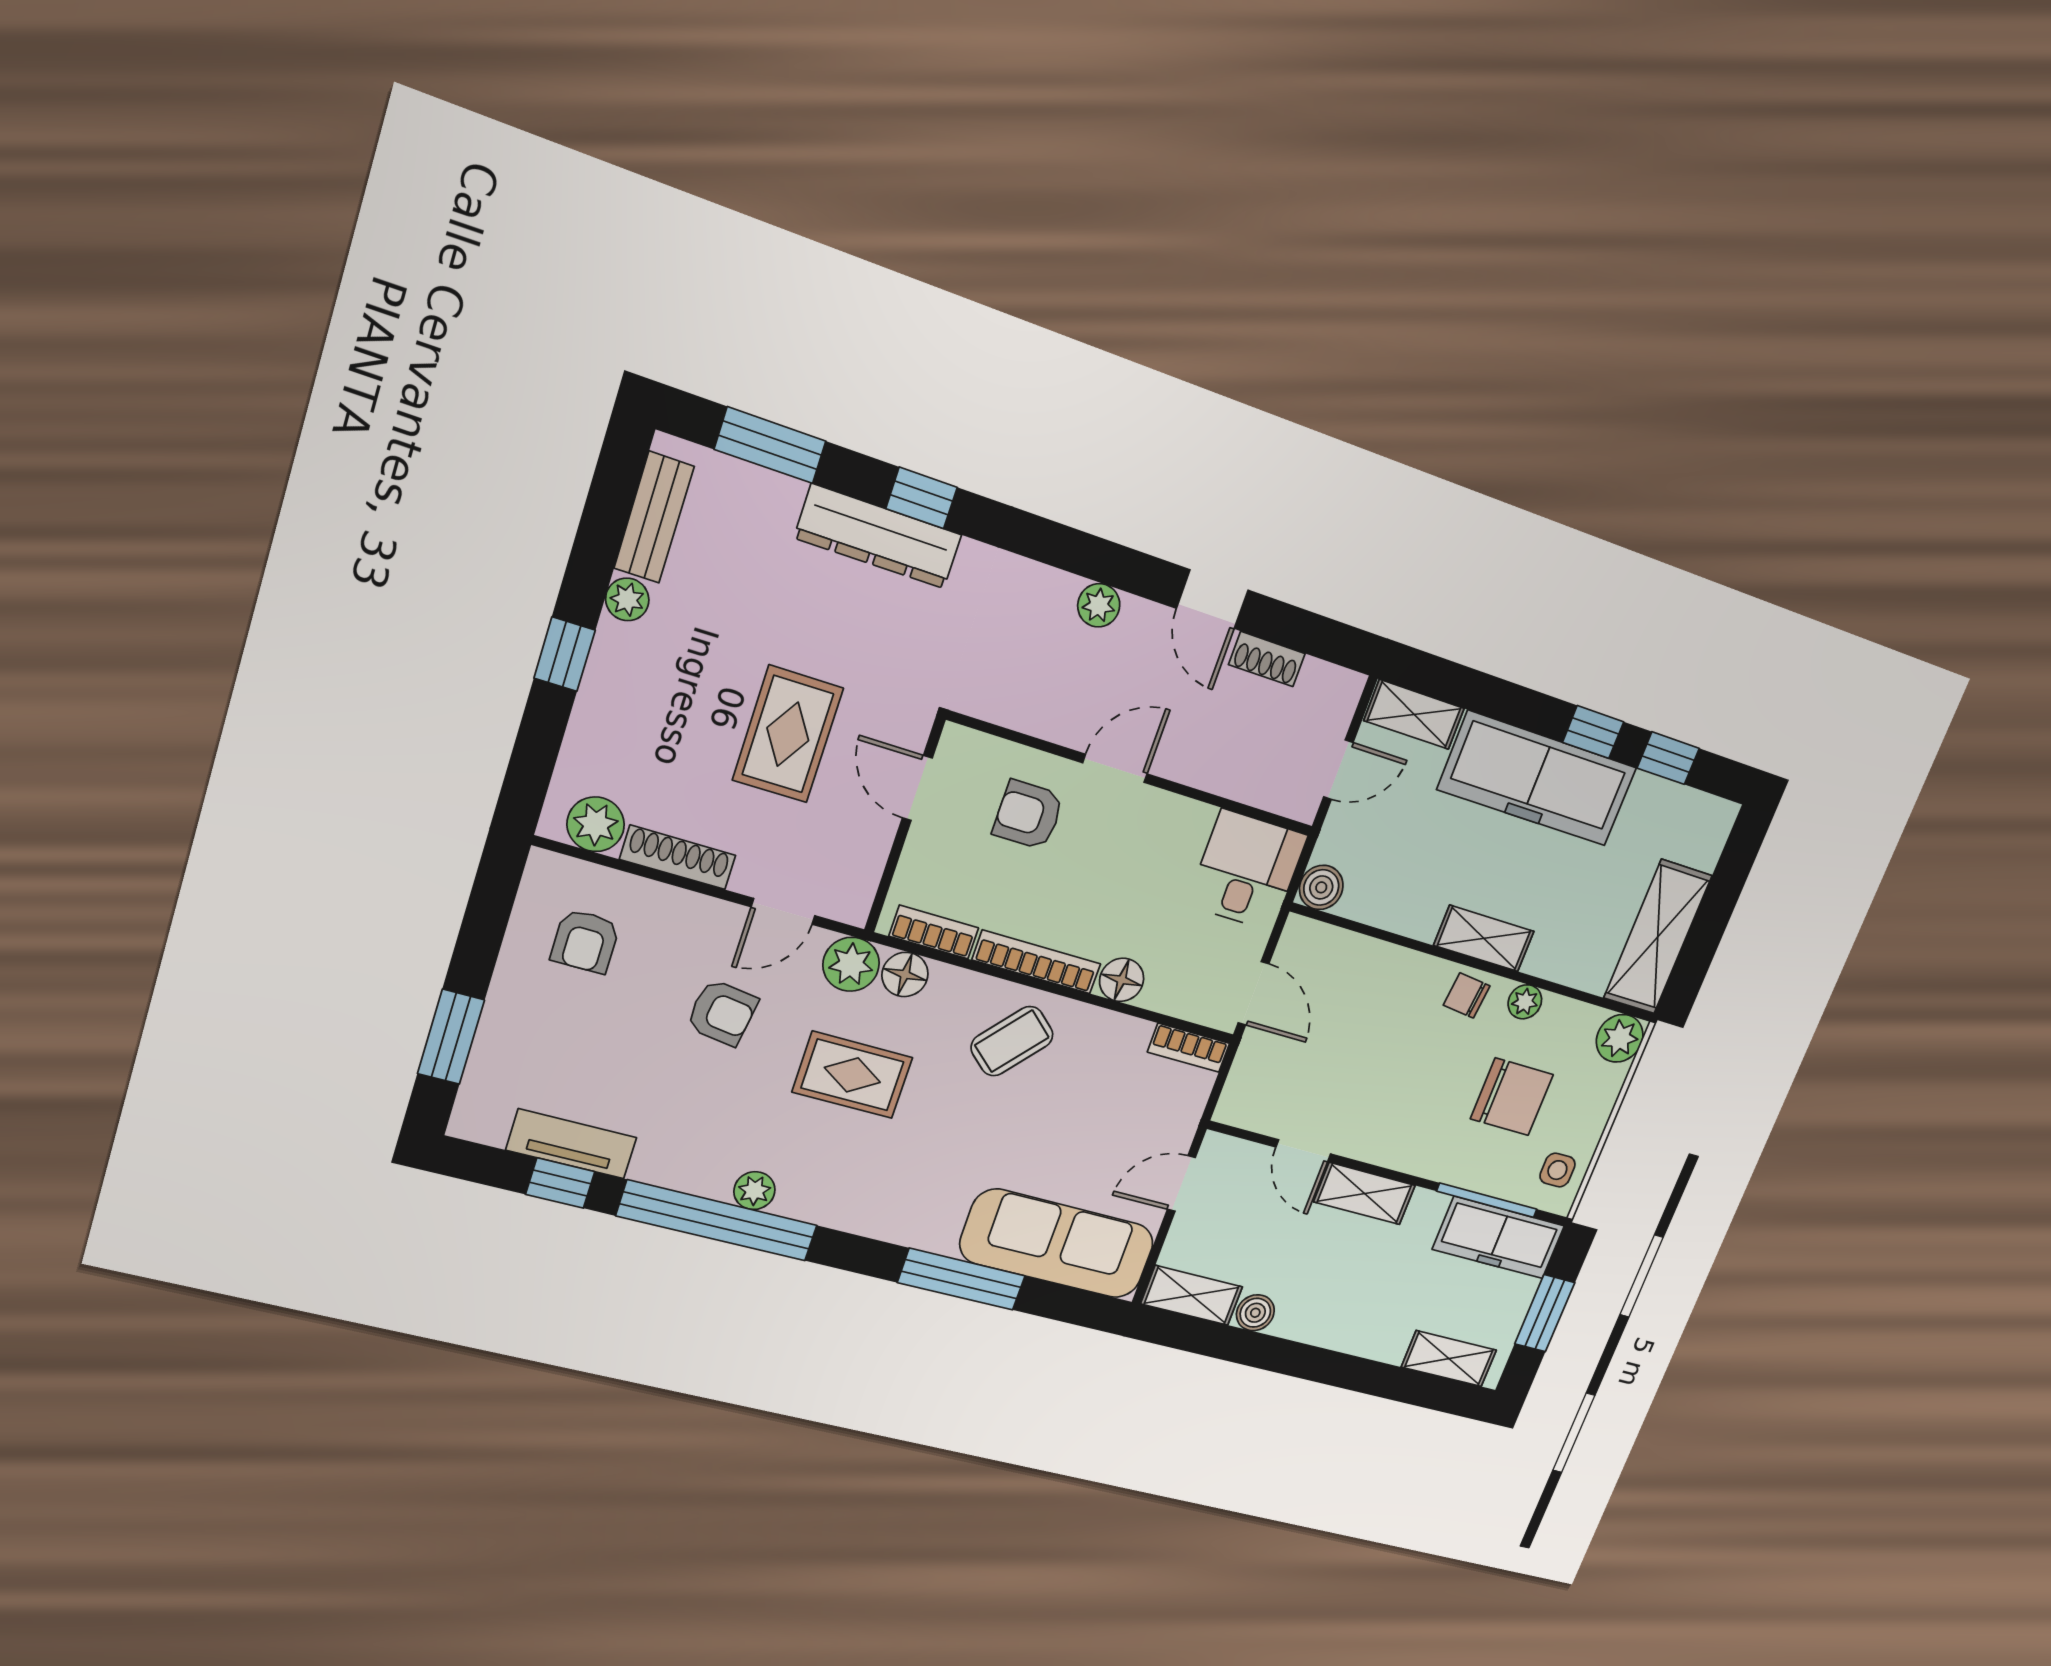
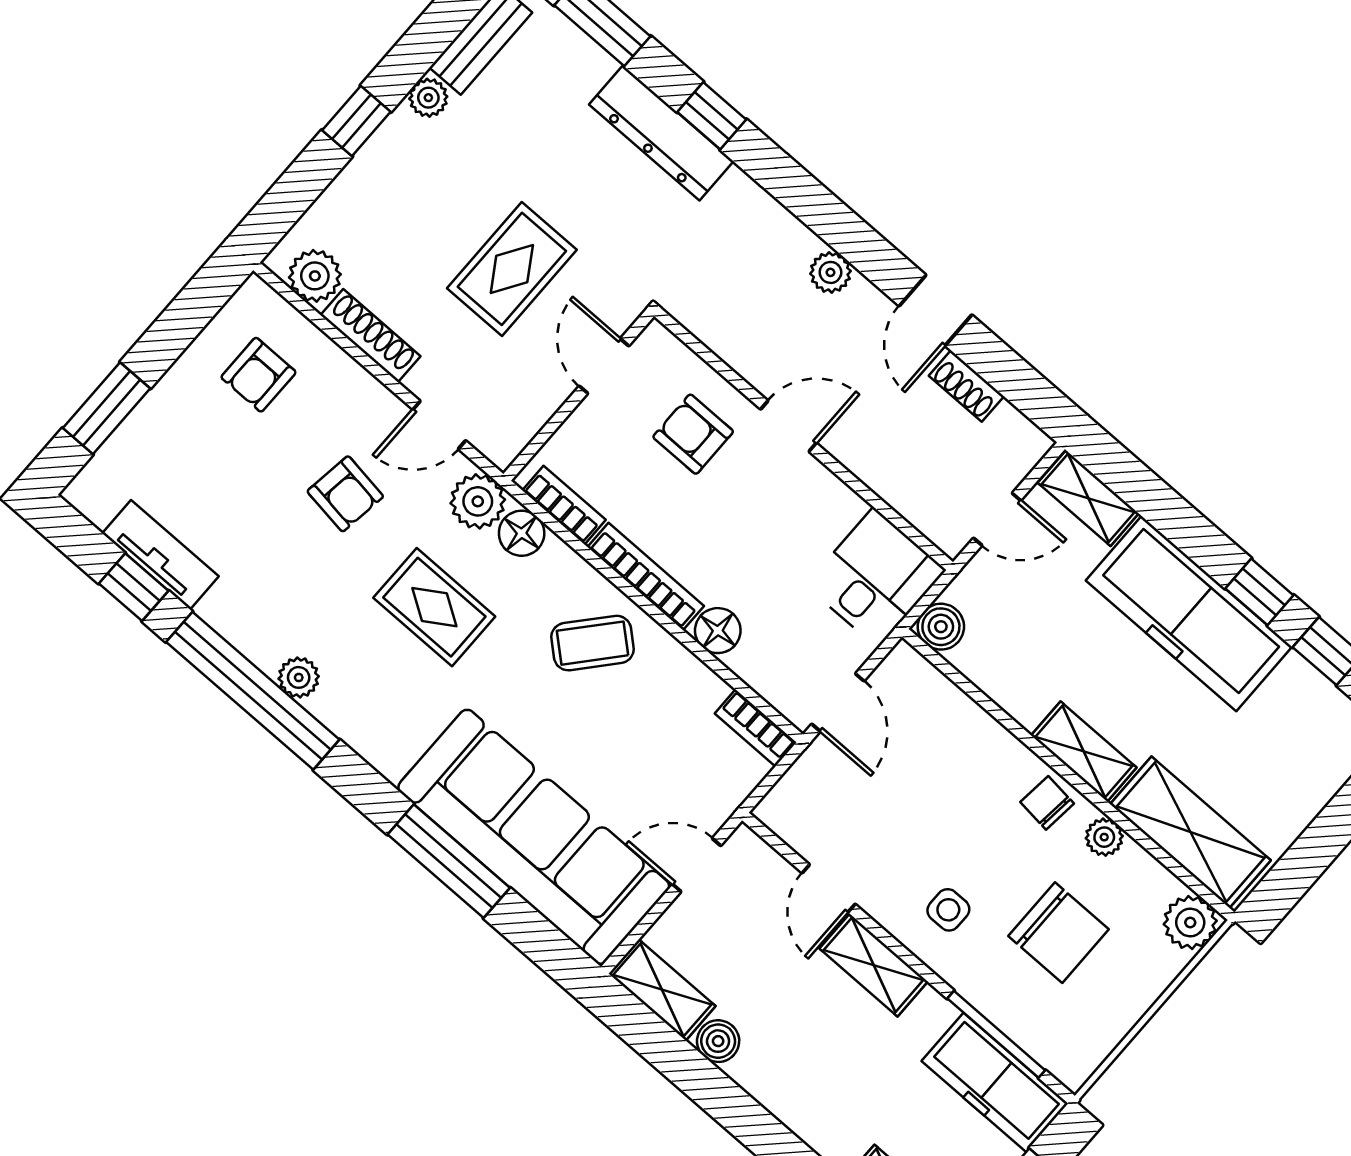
shelving: (1658, 937) -> (1190, 832), moved, turned 90
side table: (1557, 1170) -> (948, 910), moved
sofa: (1057, 1244) -> (534, 837), width x1.36, depth x1.27

